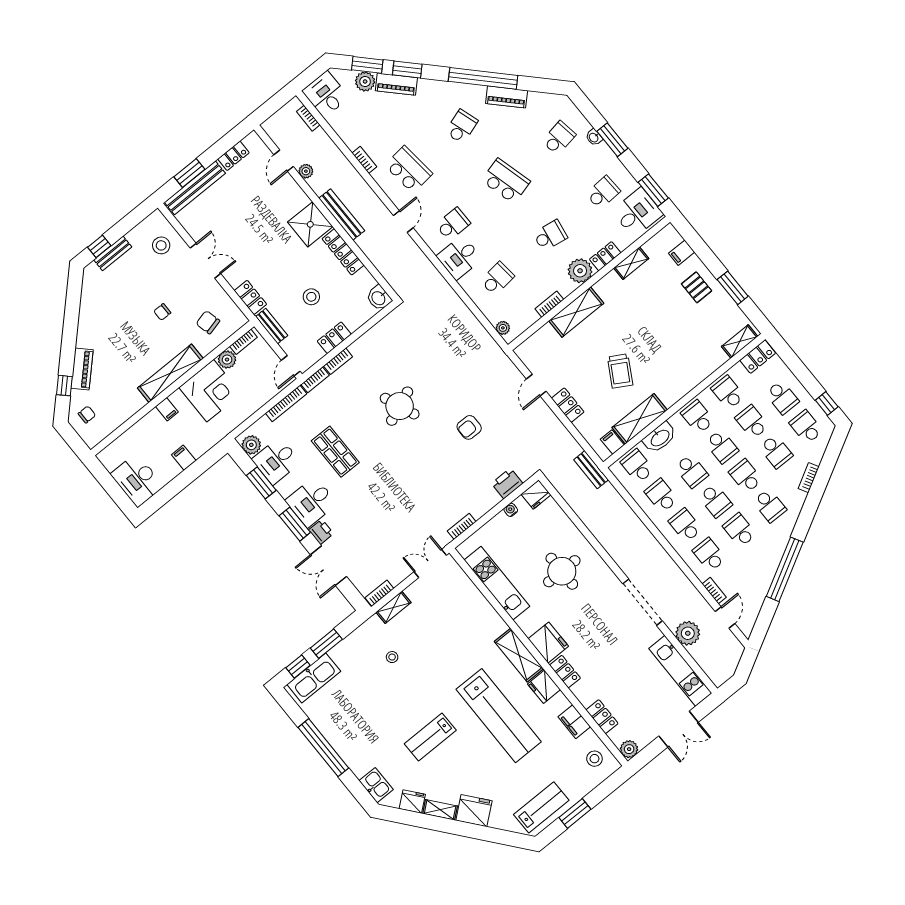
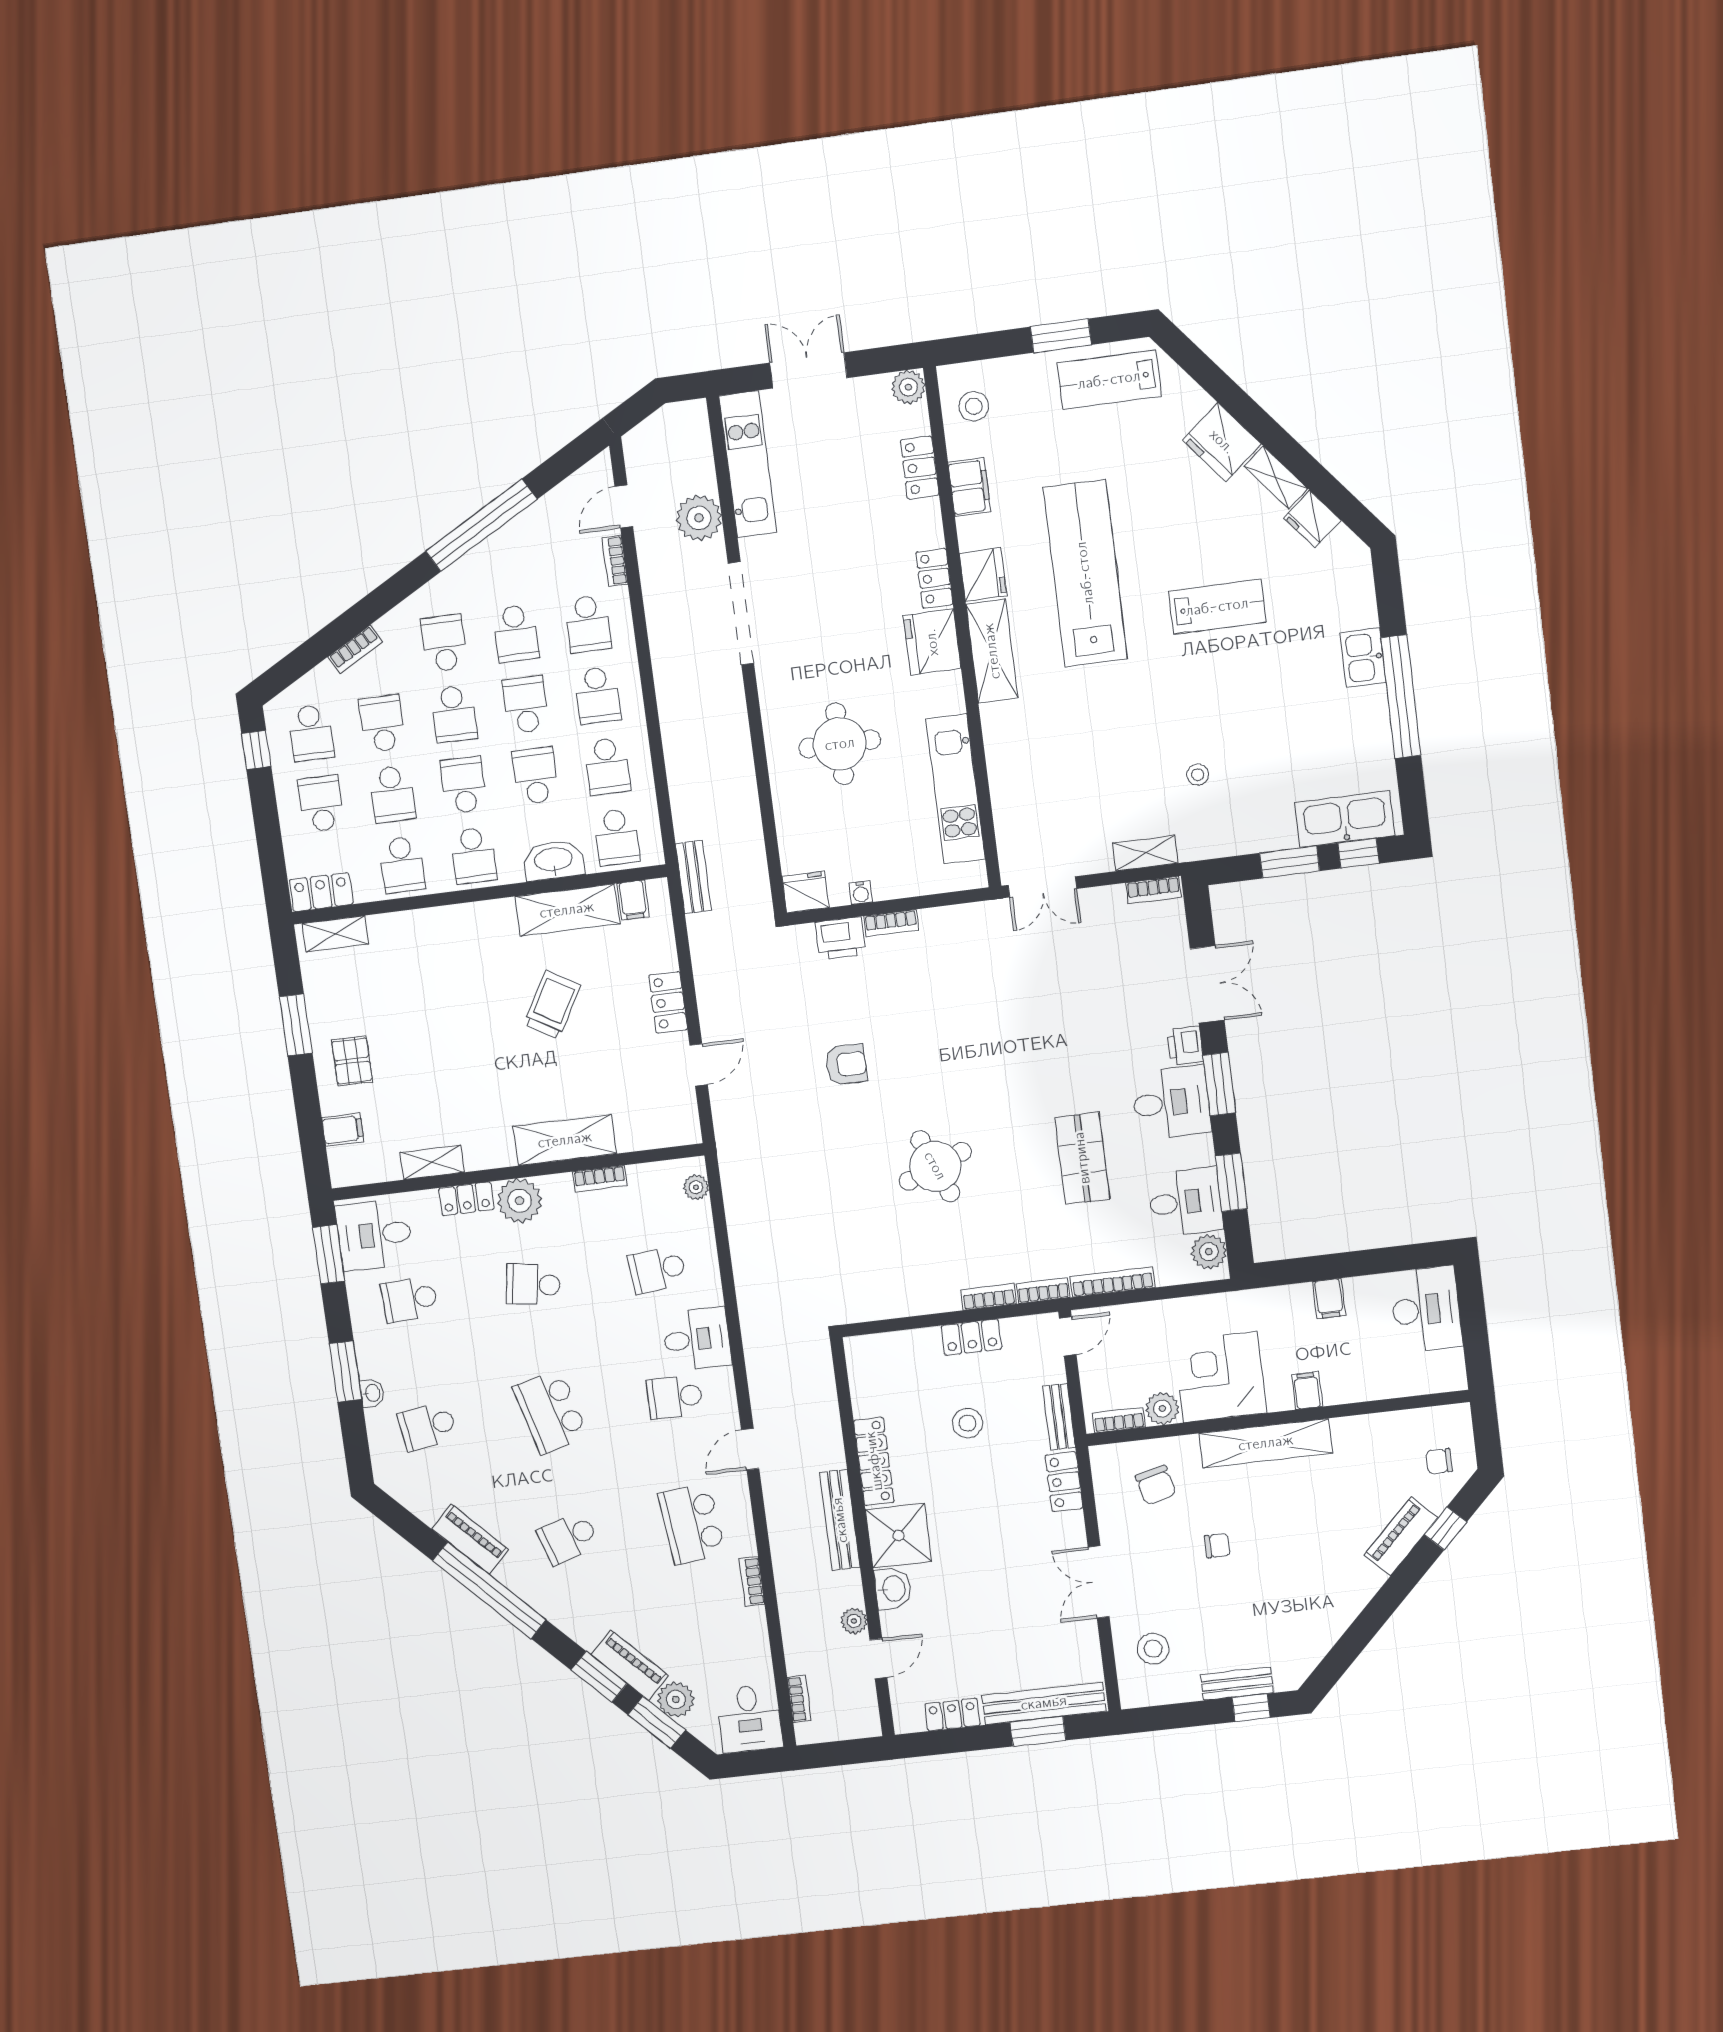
washbasin: (379, 298) -> (893, 1589), moved
bookcase: (462, 526) -> (891, 923), moved
kitchen sink: (376, 785) -> (1363, 658), moved

